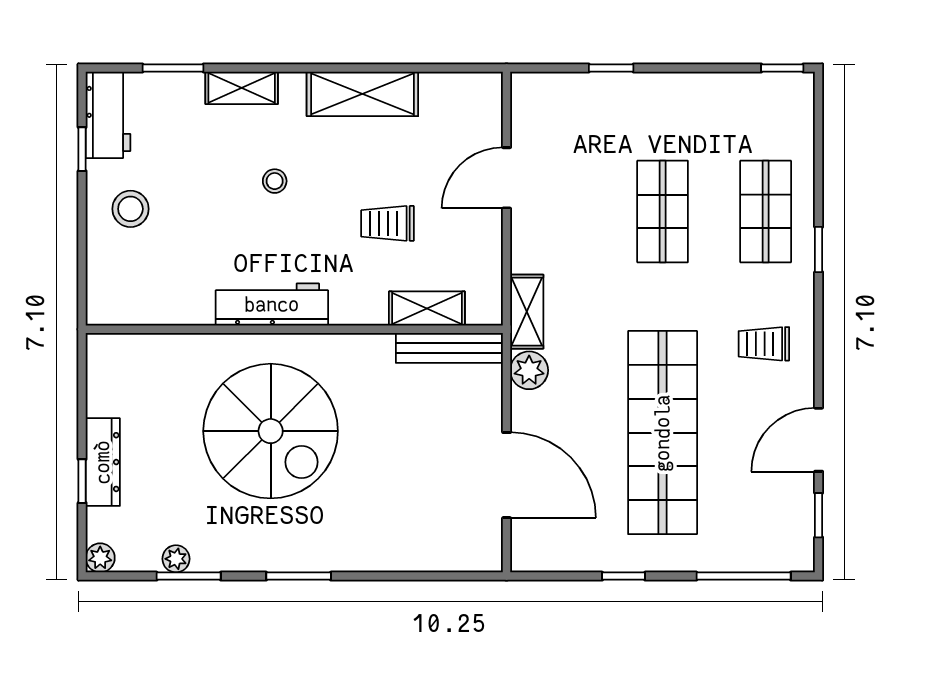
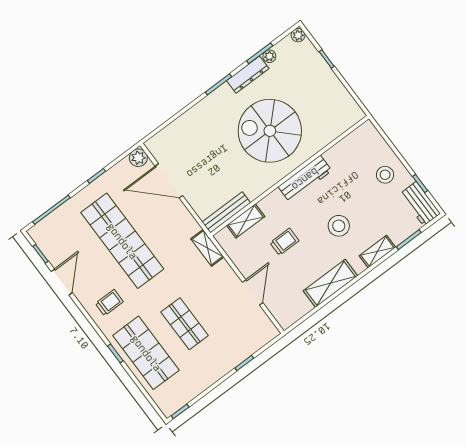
stool: (275, 181) -> (339, 226), width x1.89, depth x1.89
shop shelf: (766, 211) -> (146, 353), width x1.43, depth x1.36
plant: (529, 370) -> (138, 158), moved
dresser: (103, 462) -> (248, 75), moved, turned -90

